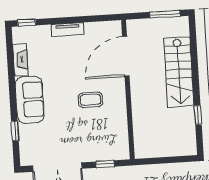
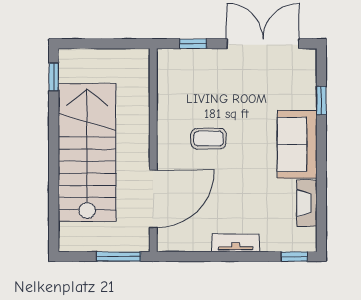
window: (165, 14) -> (119, 256), moved
stairs: (179, 72) -> (87, 152), width x1.36, depth x1.51
window: (198, 115) -> (54, 77), moved

